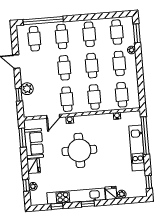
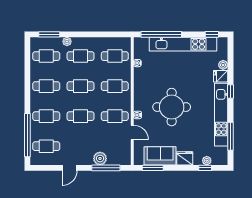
window: (19, 95) -> (106, 168), width x2.17
kitchen unit: (137, 148) -> (183, 44), width x1.36
window: (88, 204) -> (230, 92), moved
window: (57, 206) -> (230, 136), width x2.17

